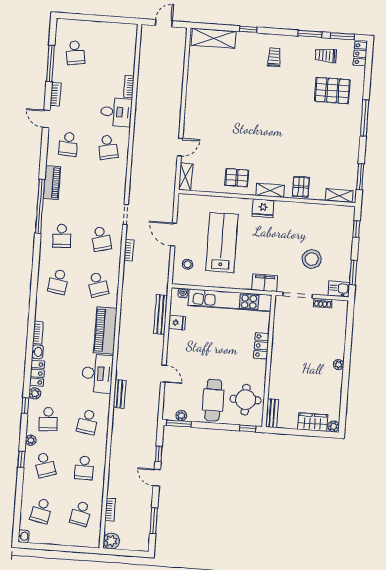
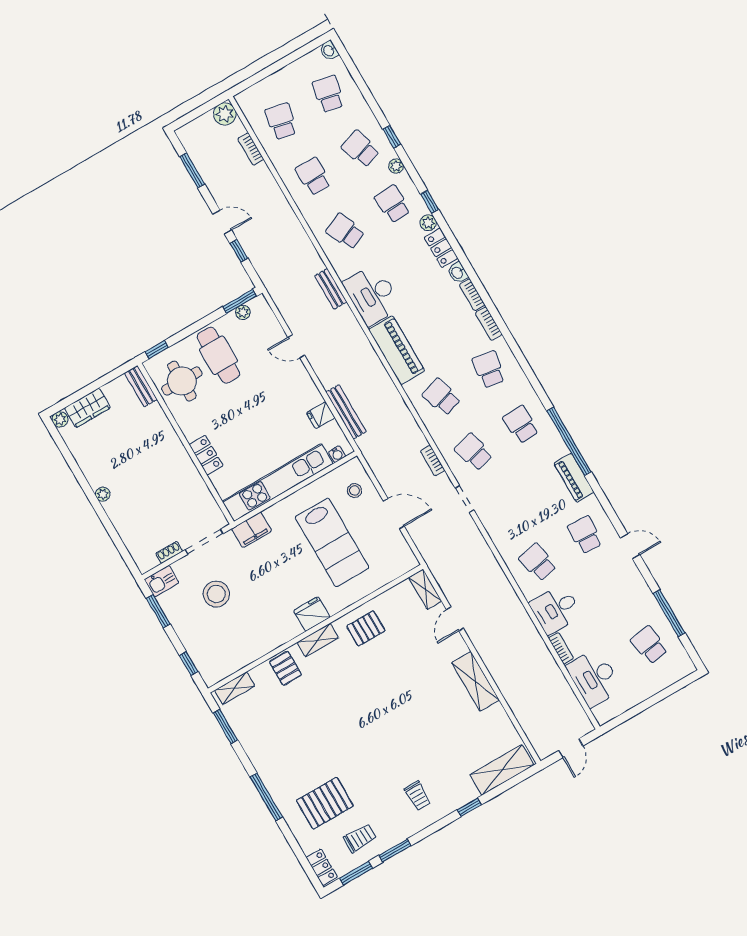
desk: (121, 56) -> (594, 678), added
bookcase: (56, 94) -> (489, 324), moved
shelving: (193, 102) -> (475, 681), added
school desk: (88, 422) -> (345, 232), turned -33

